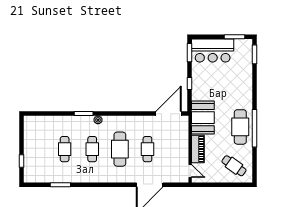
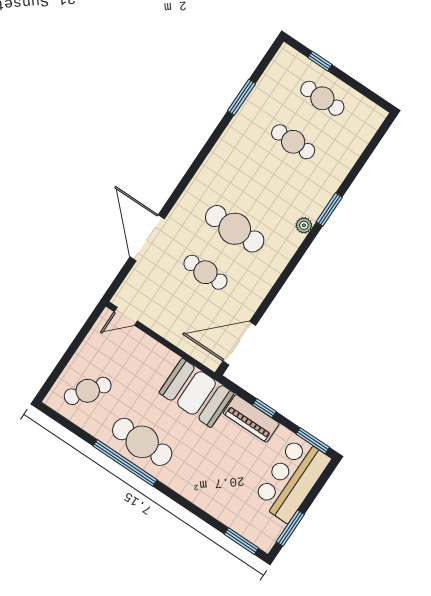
door: (169, 113) -> (239, 343), swing flipped
cafe table: (92, 149) -> (322, 98), moved
piano: (198, 149) -> (251, 418), moved

